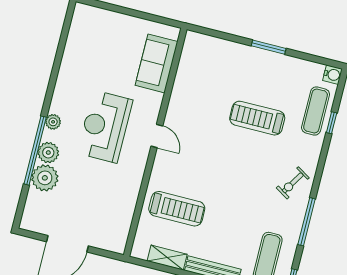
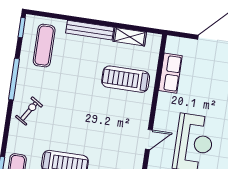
door: (157, 136) -> (149, 139), swing flipped
row of seats: (124, 210) -> (170, 73), added

